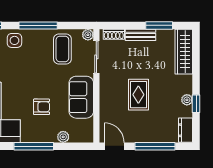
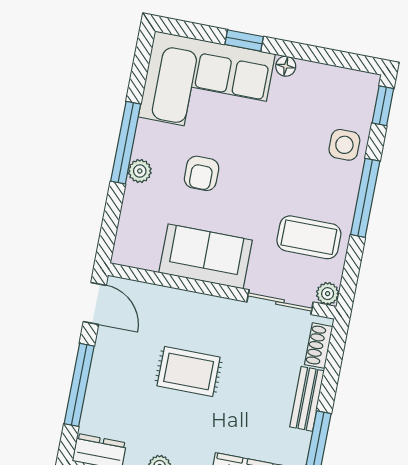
plant: (63, 137) -> (140, 171), moved
door: (114, 146) -> (95, 303), hinge flipped

